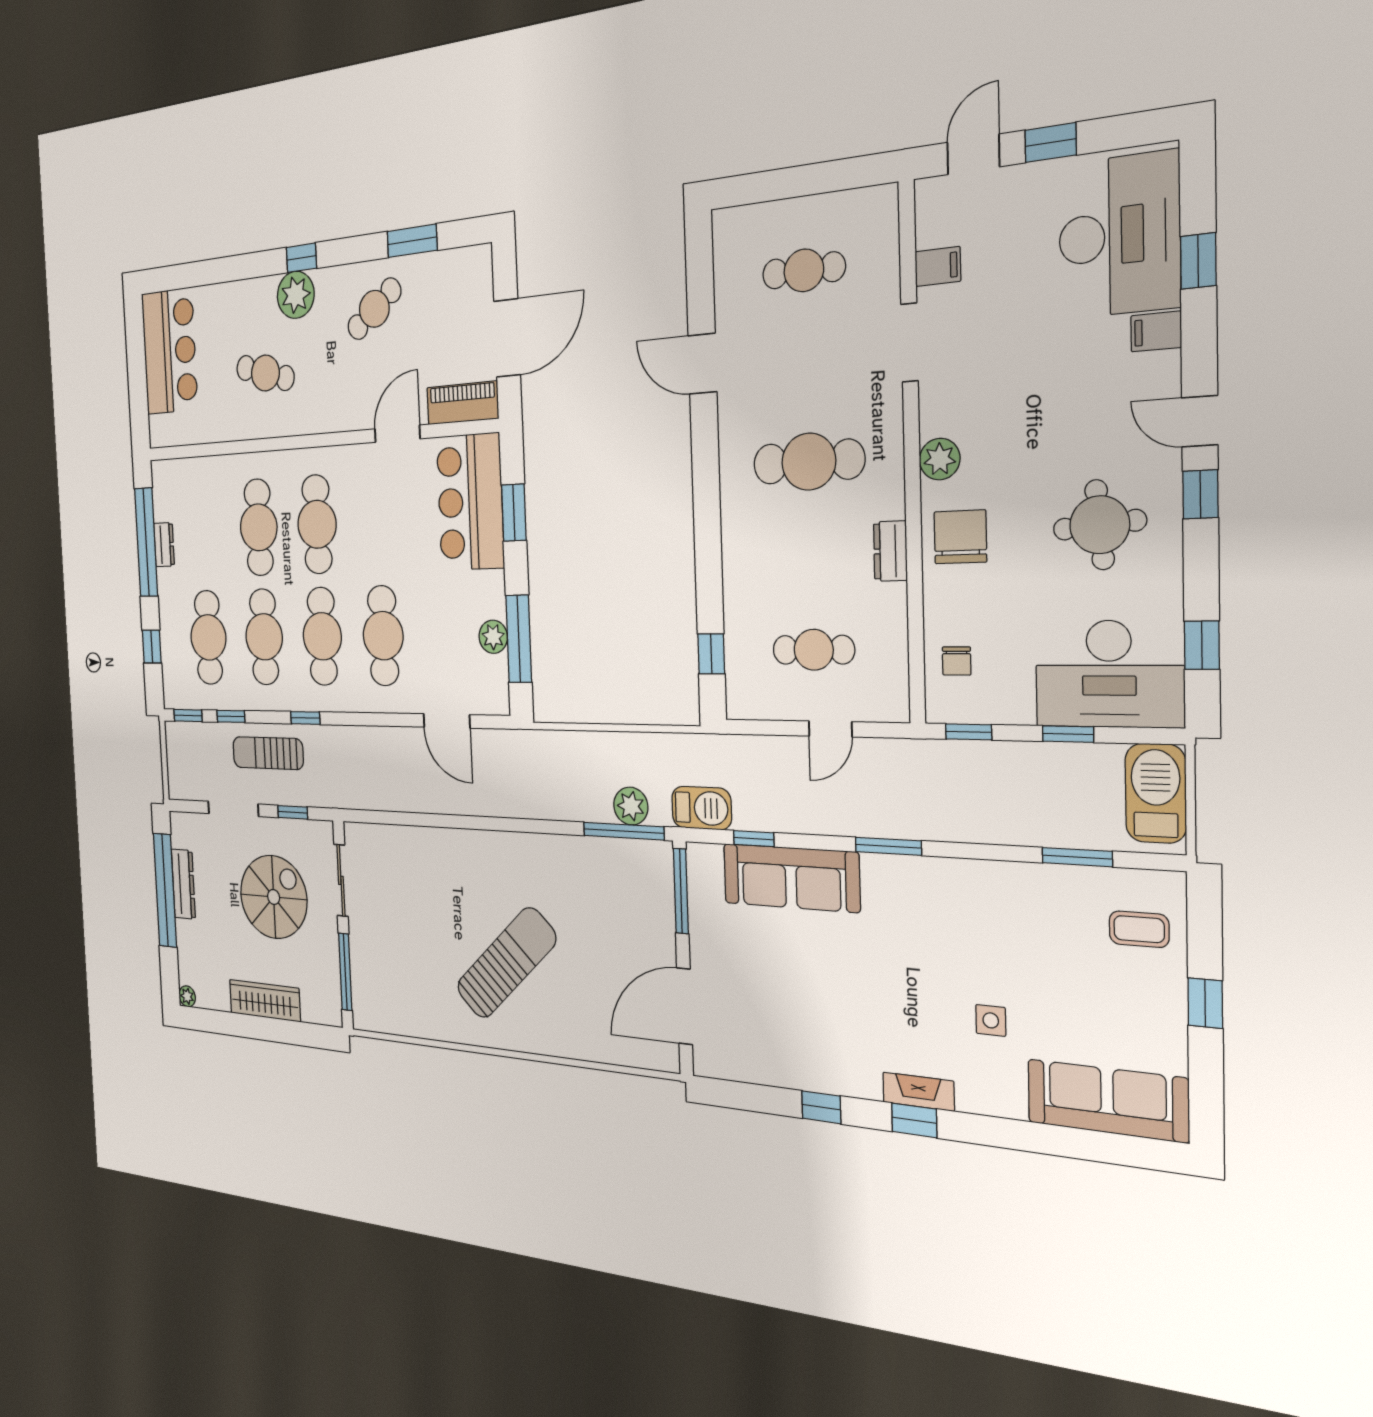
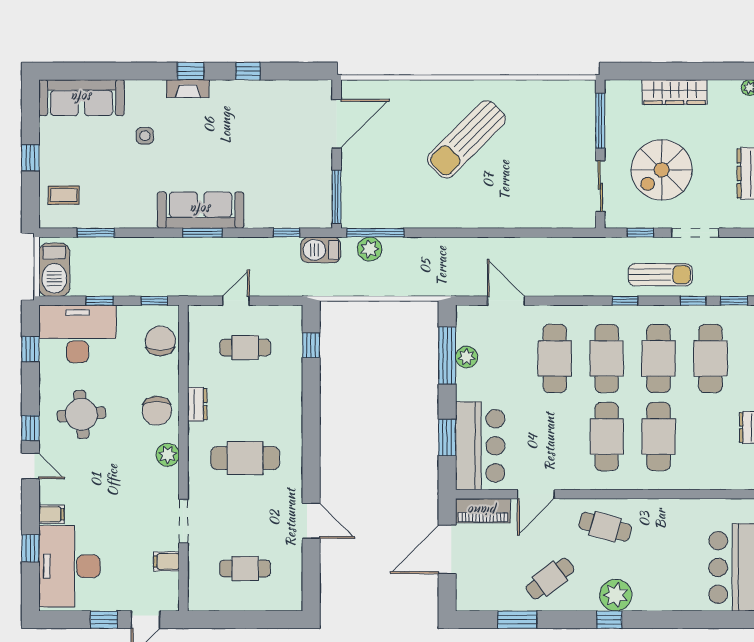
cafe table: (265, 373) -> (605, 527), moved
chair: (957, 661) -> (160, 341), width x1.87, depth x1.87
sofa: (791, 878) -> (201, 210), moved

